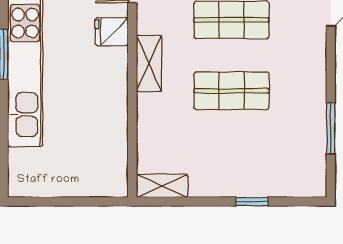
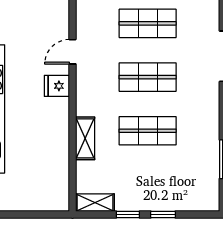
shelving: (149, 63) -> (85, 138), moved
window: (205, 202) -> (128, 215), added

